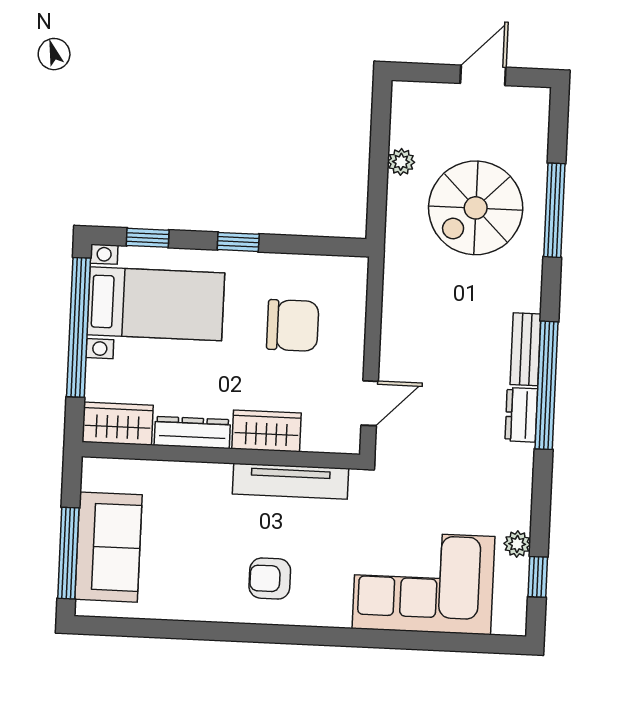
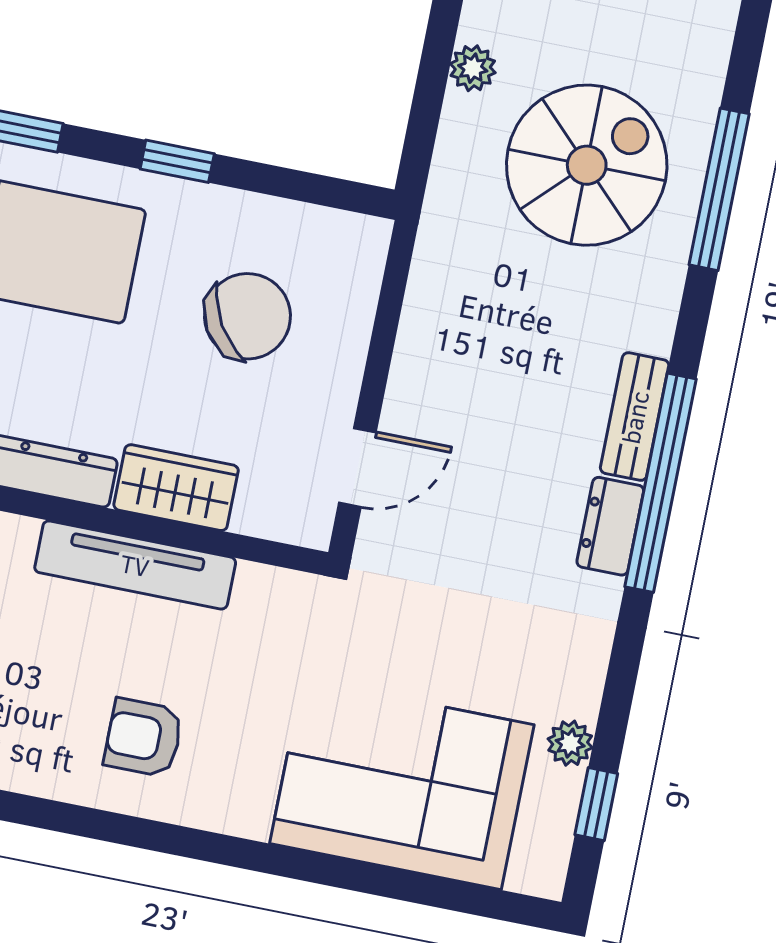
spiral stairs: (476, 208) -> (587, 165), turned 180
chair: (293, 325) -> (248, 316), turned -31
tv unit: (290, 481) -> (135, 565), moved

